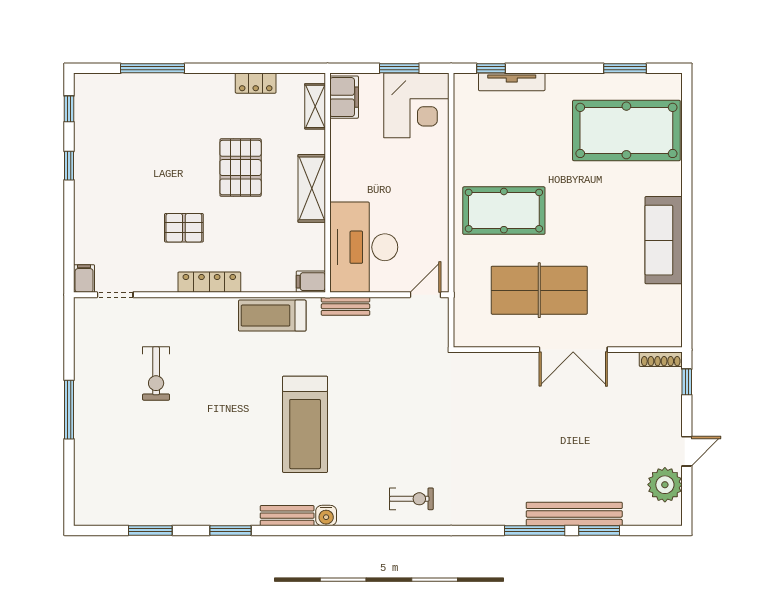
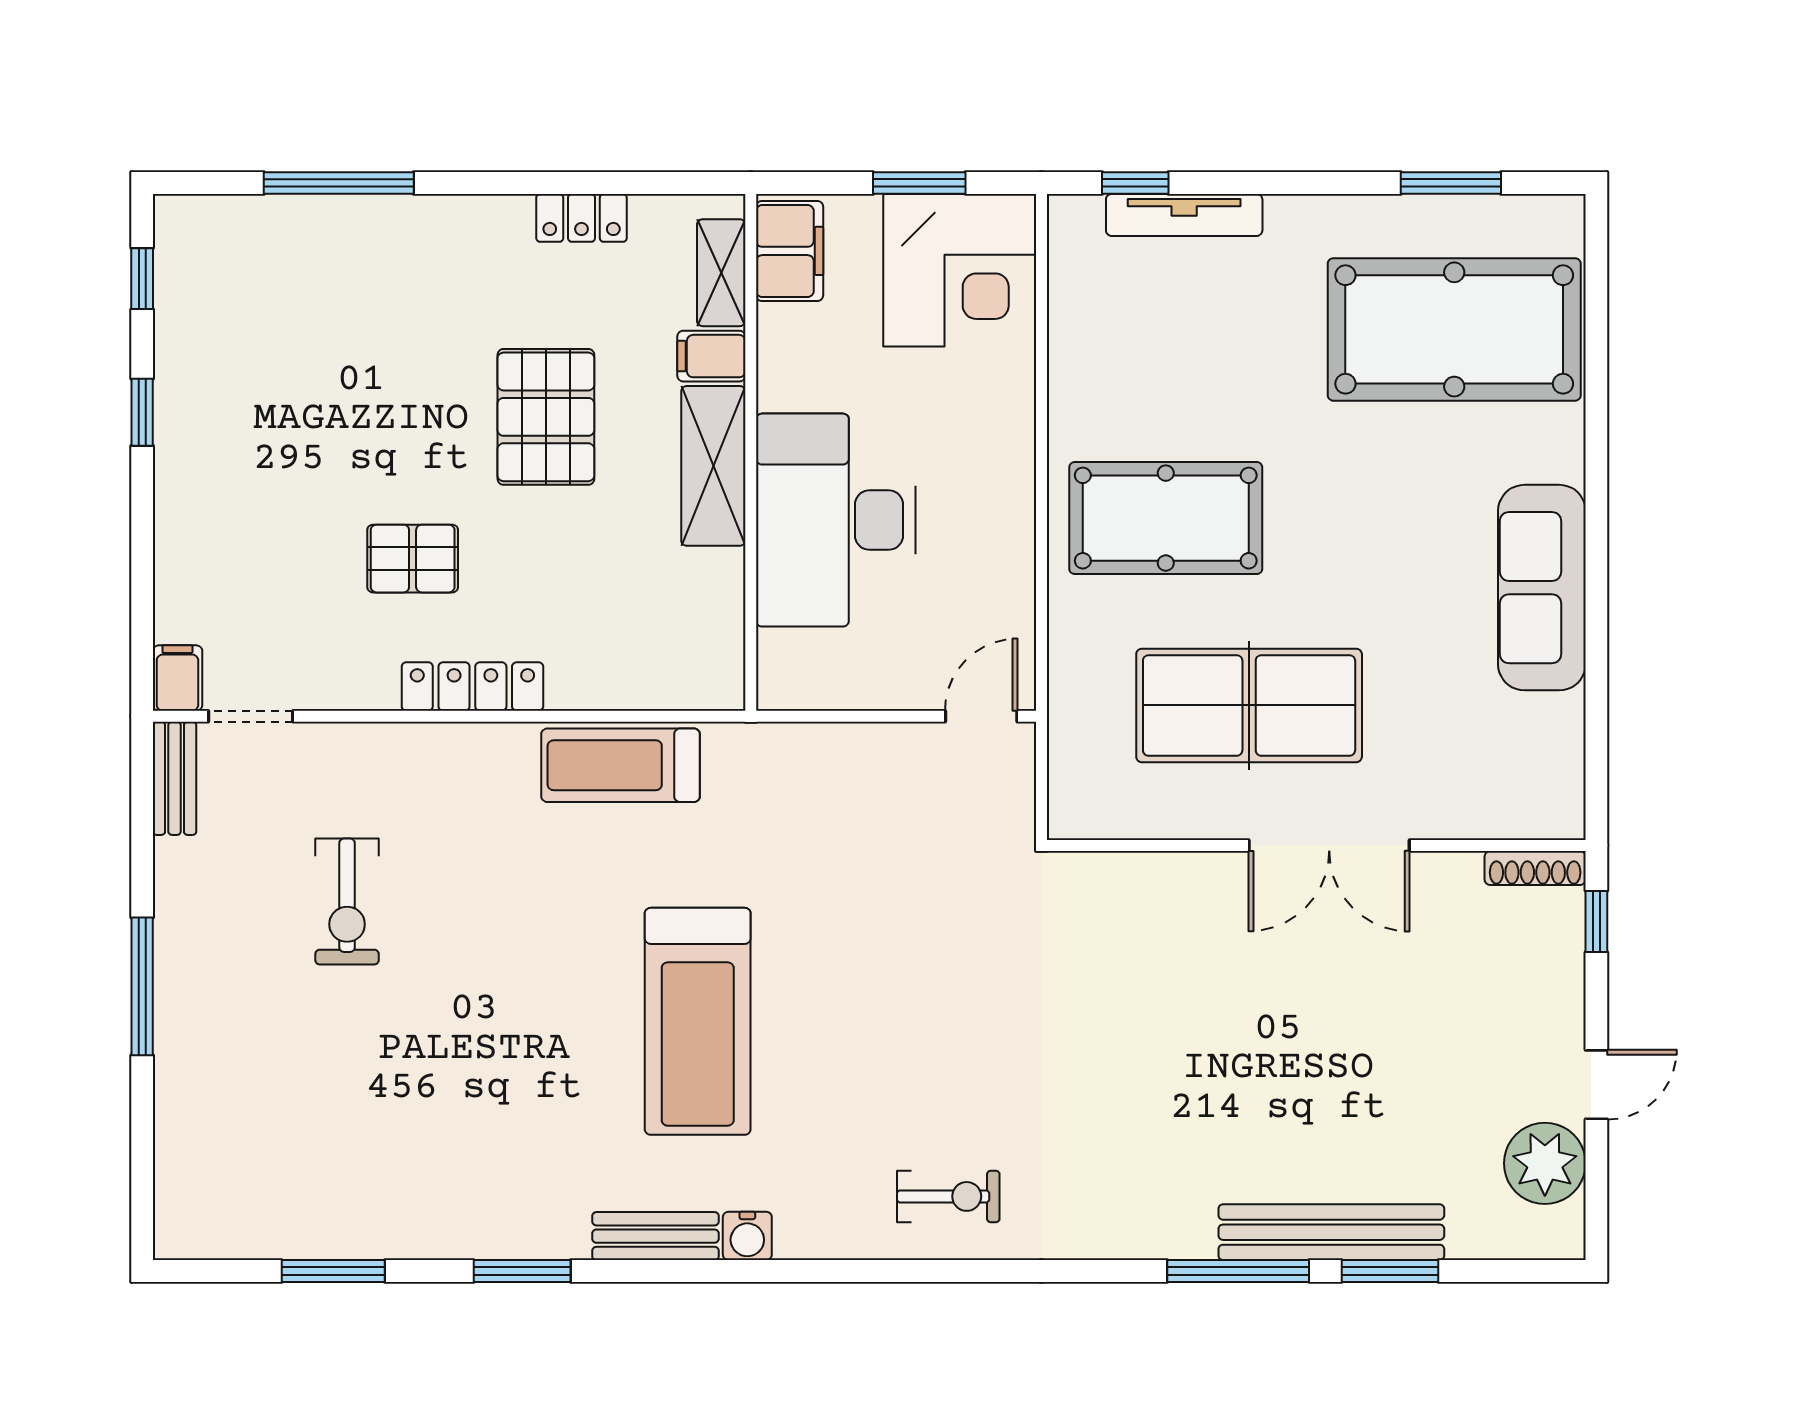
desk: (364, 247) -> (836, 520), moved
filing cabinet: (311, 282) -> (711, 356), moved
bench: (345, 306) -> (175, 778), moved, turned 90

